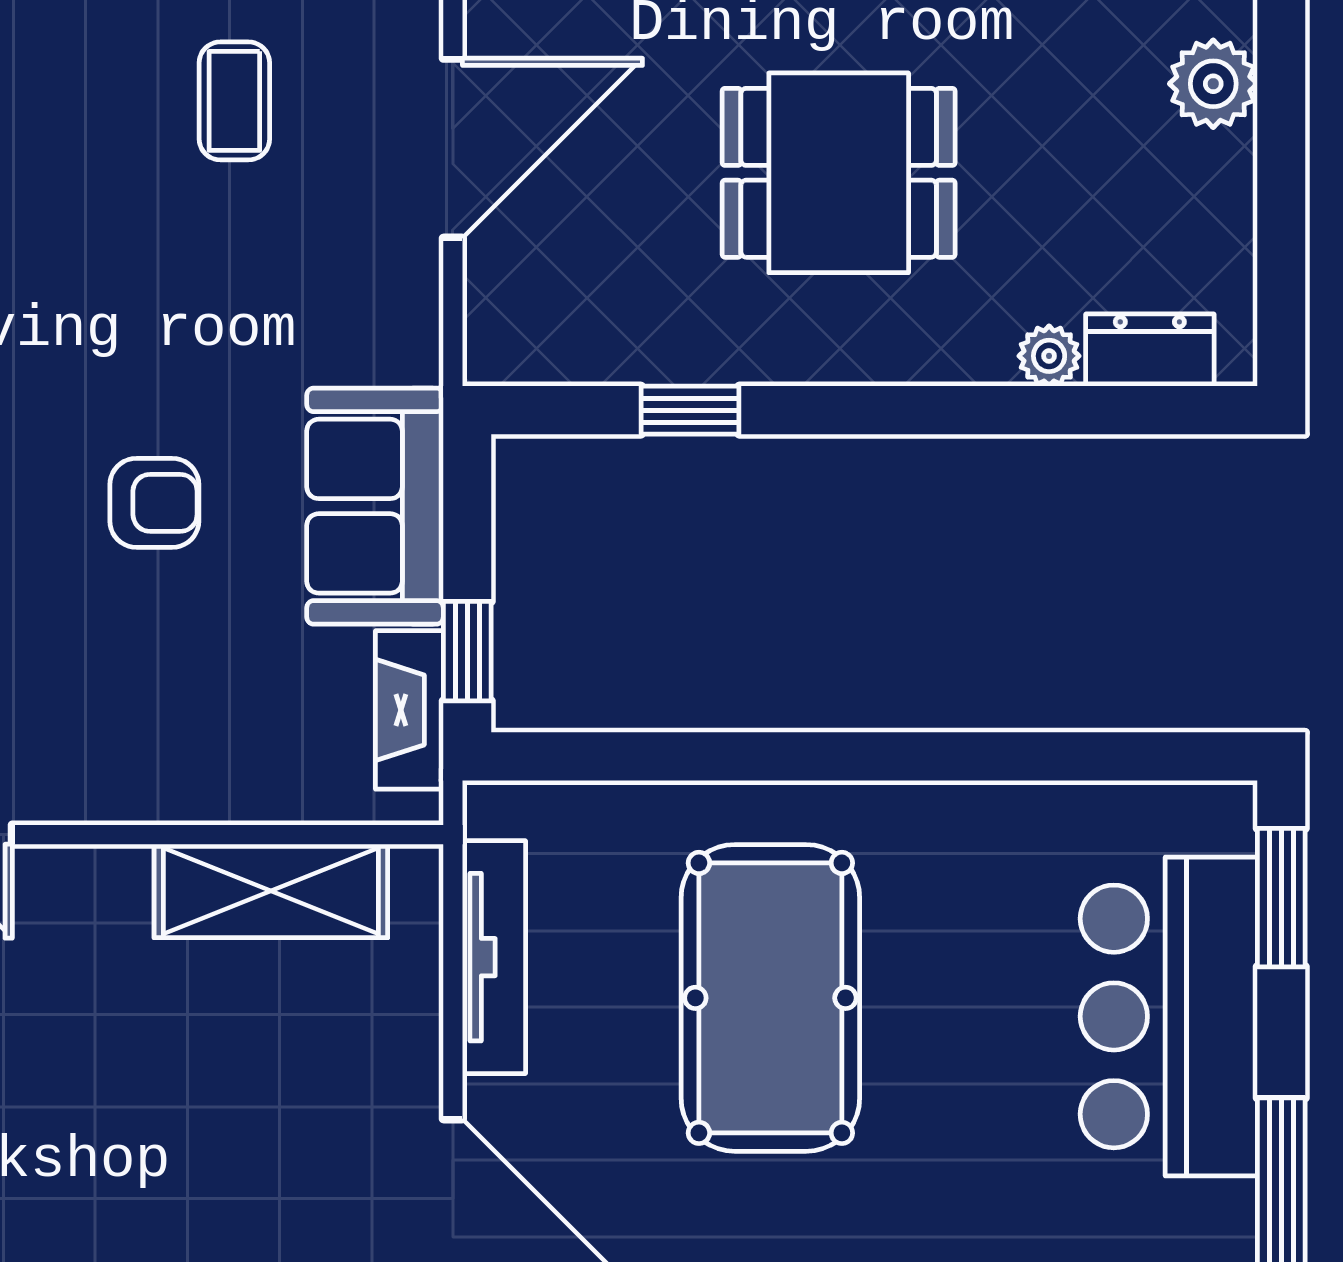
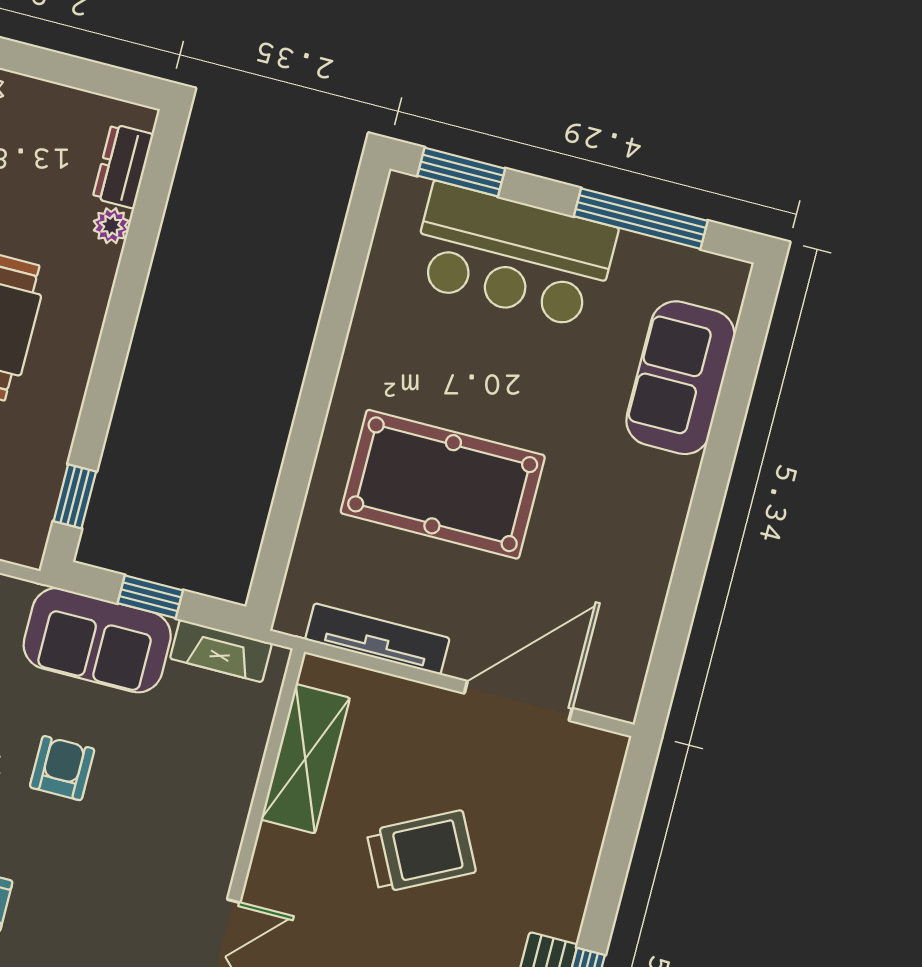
window: (690, 410) -> (75, 496), moved
window: (467, 651) -> (150, 597), moved
trolley: (169, 1116) -> (421, 852), added

